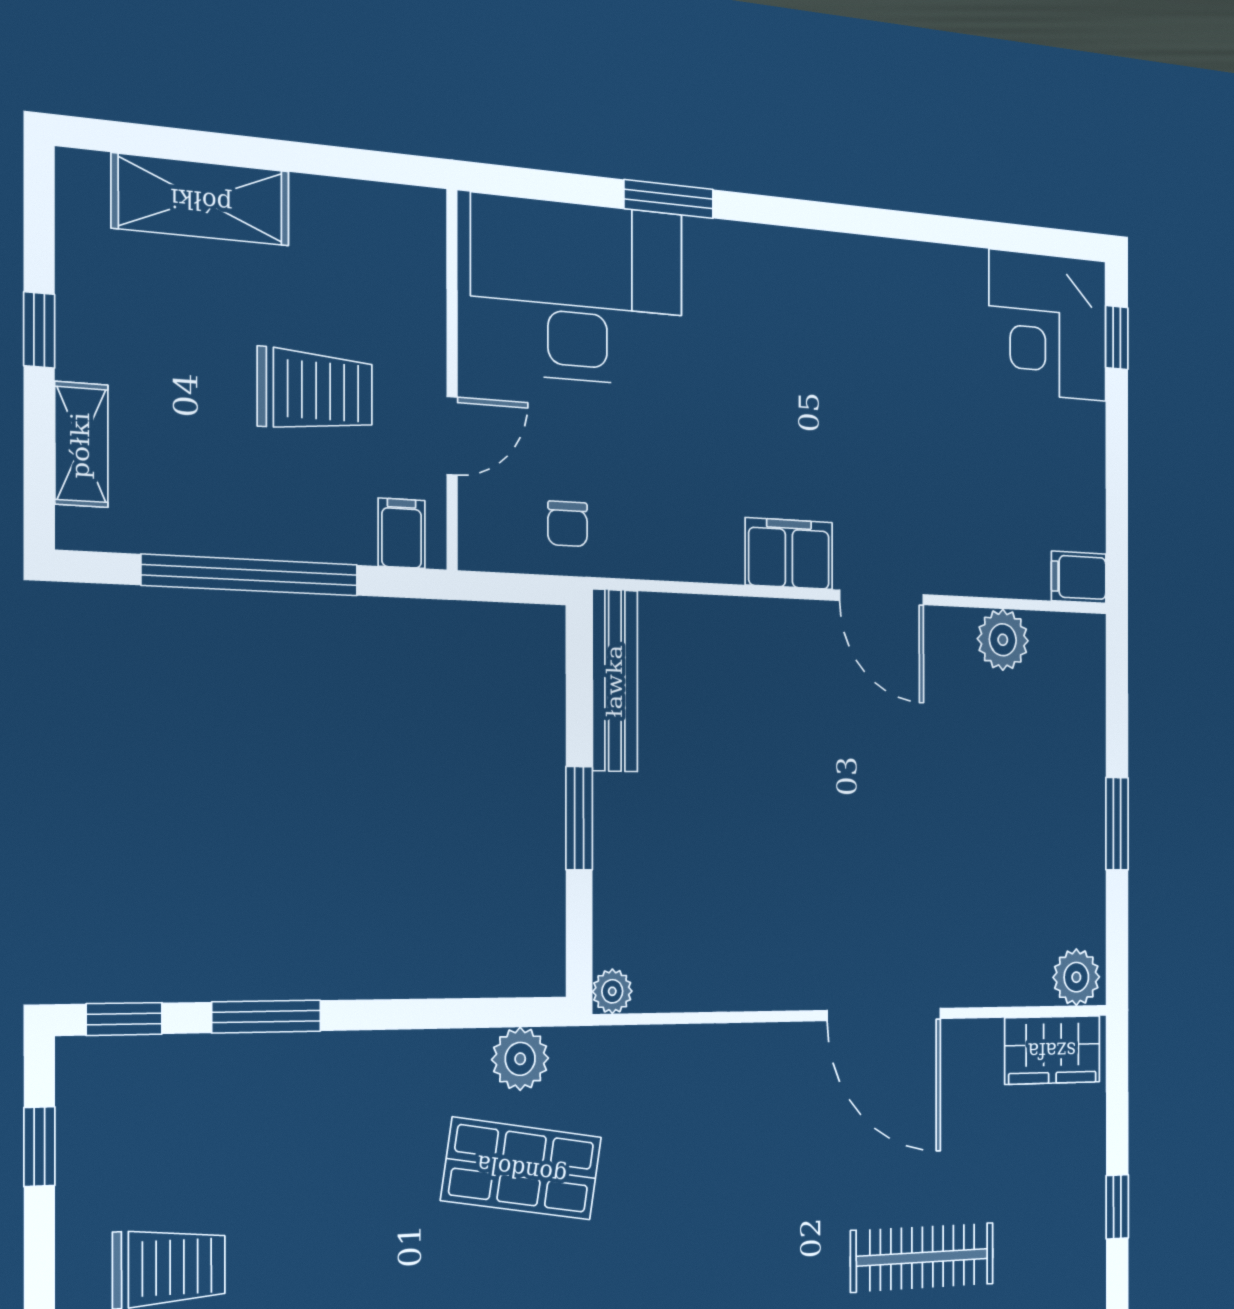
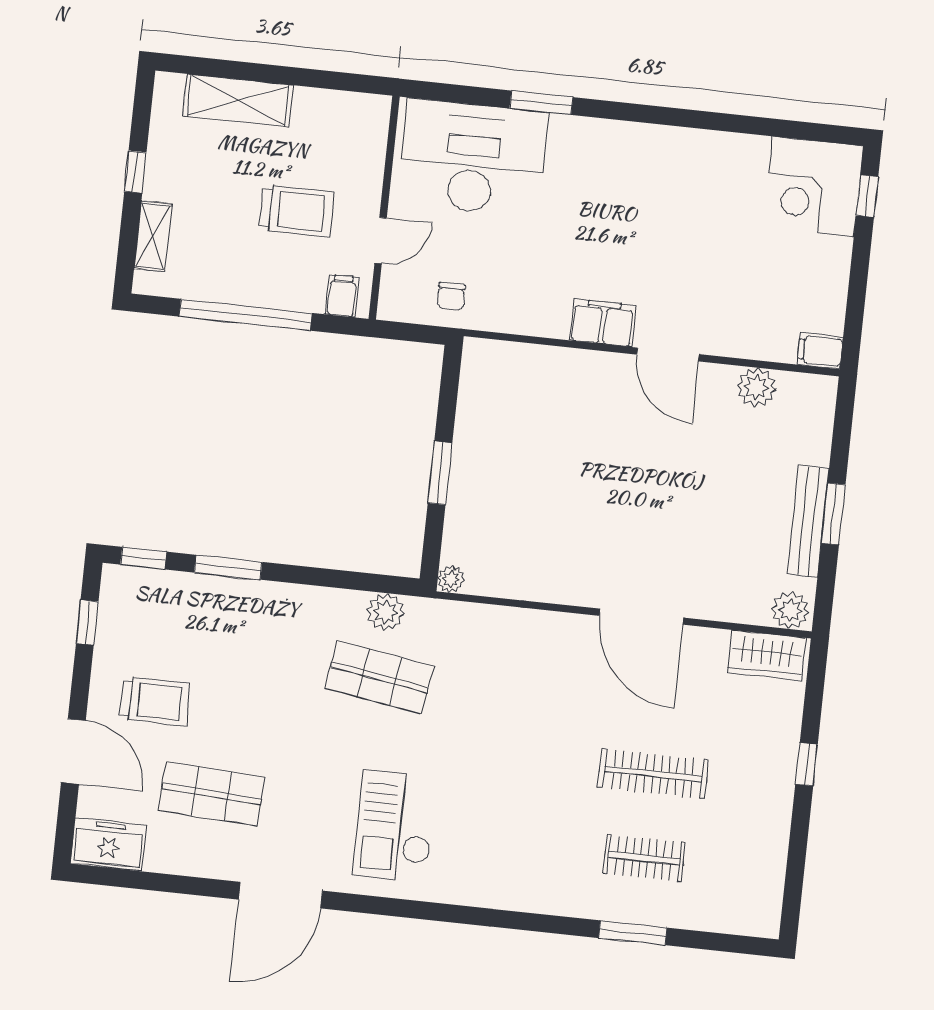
bench: (615, 681) -> (808, 521), moved

